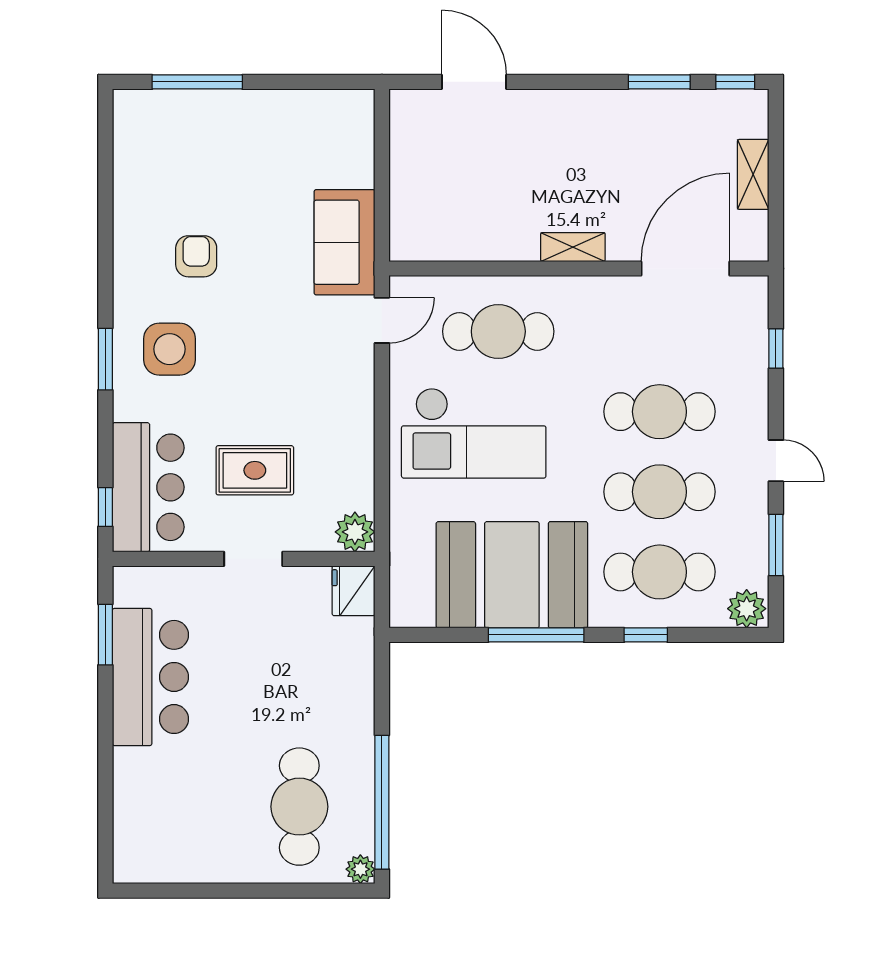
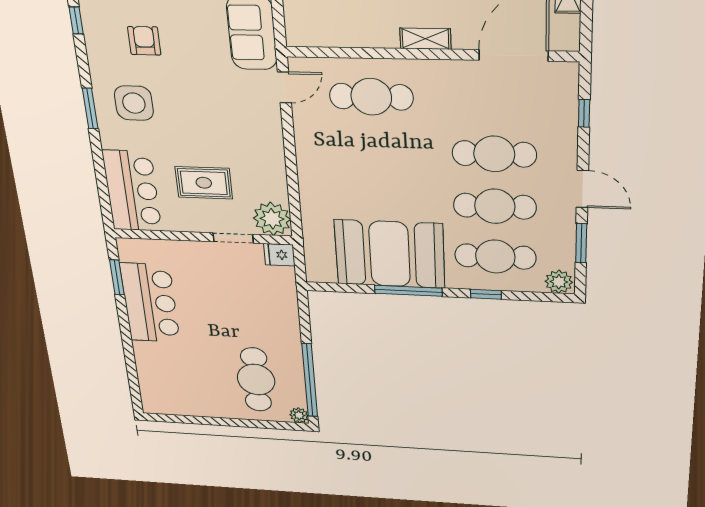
checkout: (474, 433) -> (357, 164), removed
door: (776, 461) -> (582, 189), width x1.38
window: (105, 507) -> (76, 20), moved
plant: (355, 532) -> (272, 219), width x1.36, depth x1.36
doorway: (253, 559) -> (233, 238), moved
fridge: (353, 591) -> (279, 255), width x0.72

